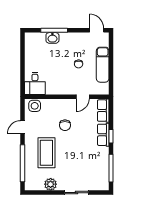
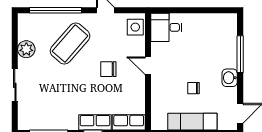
washbasin: (52, 38) -> (230, 78), moved
door: (83, 97) -> (148, 66), moved
coffee table: (46, 153) -> (70, 43), turned -49

